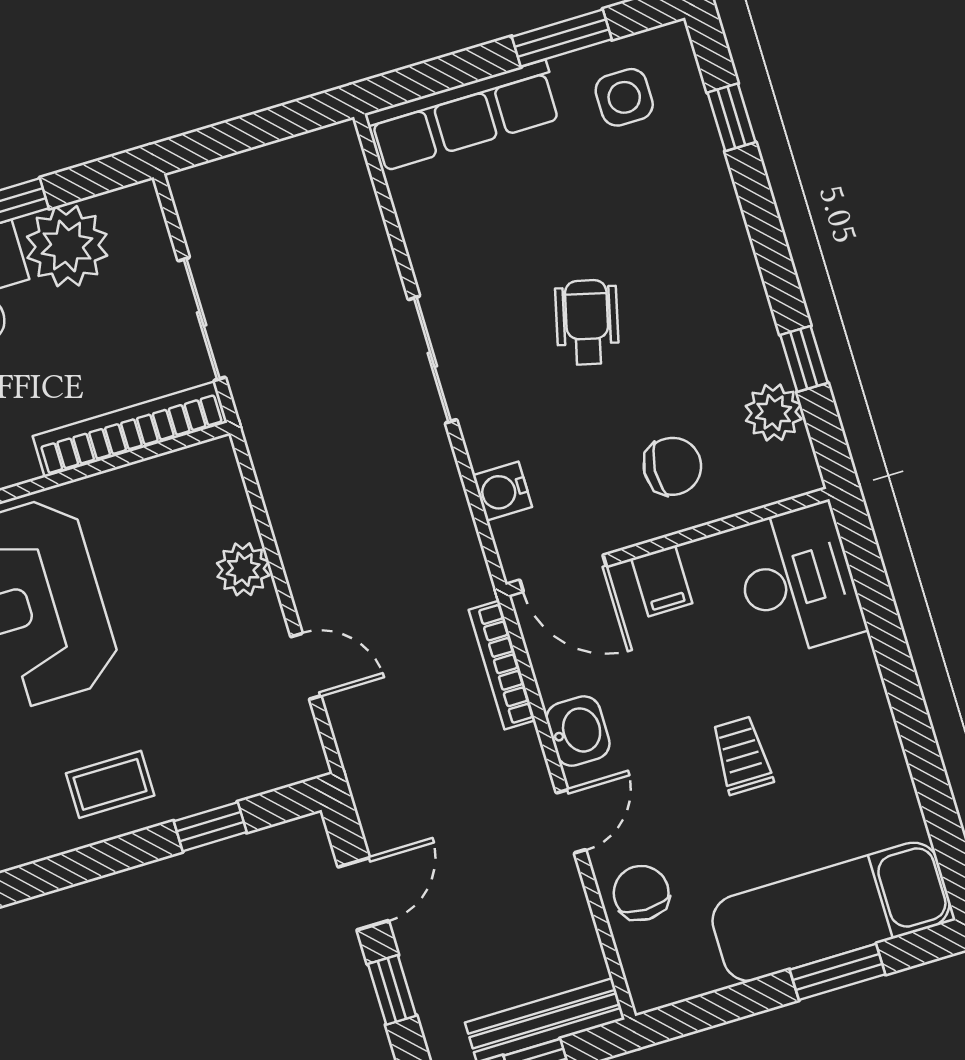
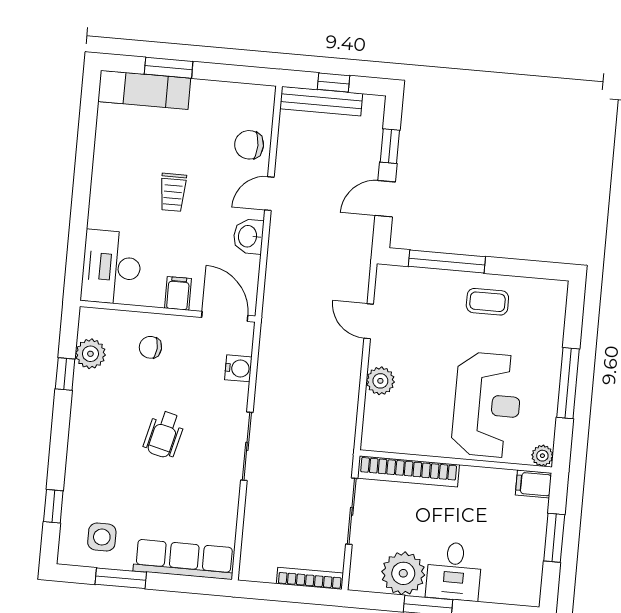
chair: (672, 466) -> (150, 347), width x0.73, depth x0.73
bookcase: (502, 665) -> (310, 578), moved, turned -90
window: (210, 827) -> (447, 261), width x2.17
chair: (641, 893) -> (249, 145), turned 90
exam couch: (831, 912) -> (144, 90), width x0.73, depth x0.69

